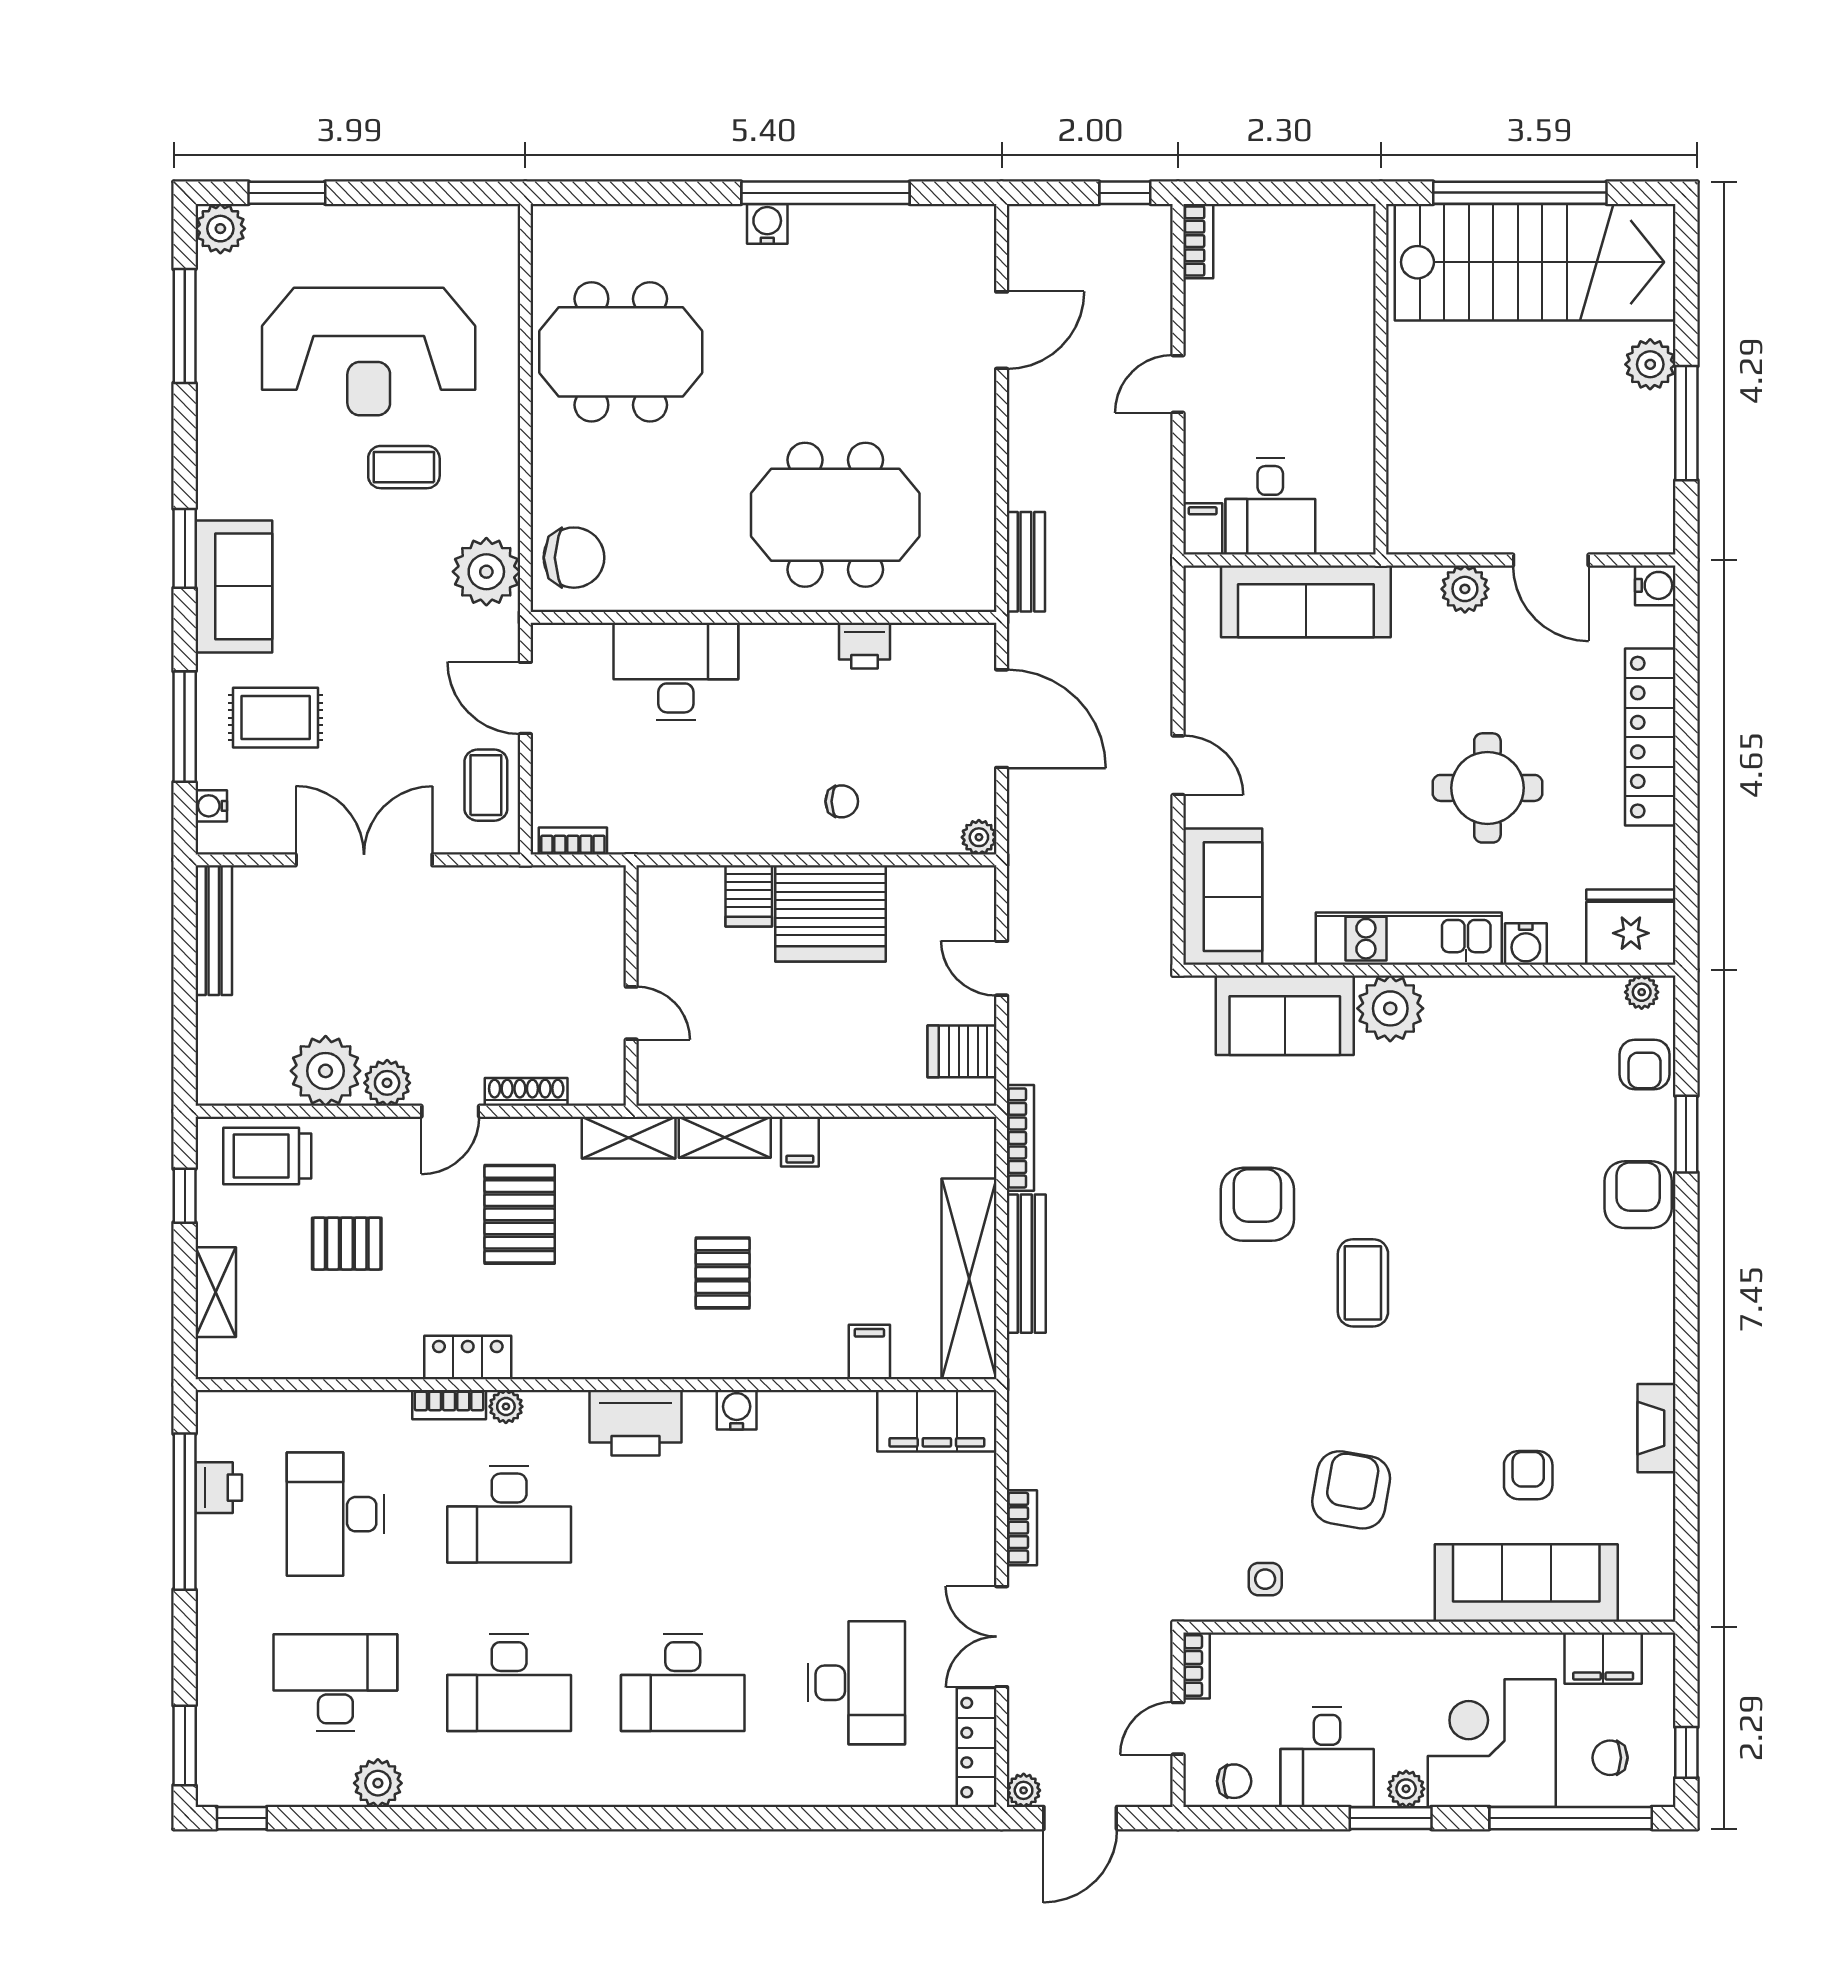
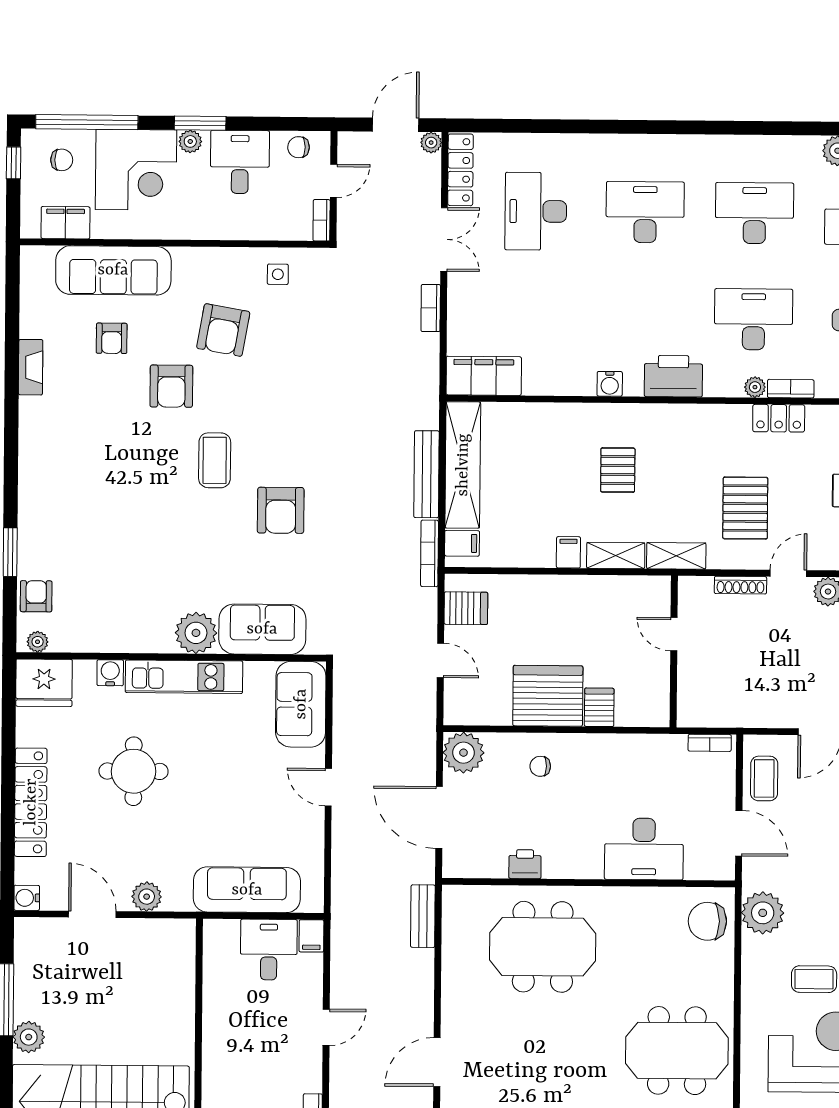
plant: (979, 837) -> (463, 753), width x1.88, depth x1.88
armchair: (1638, 1195) -> (171, 386), moved
filing cabinet: (869, 1352) -> (462, 543), moved, turned -90

